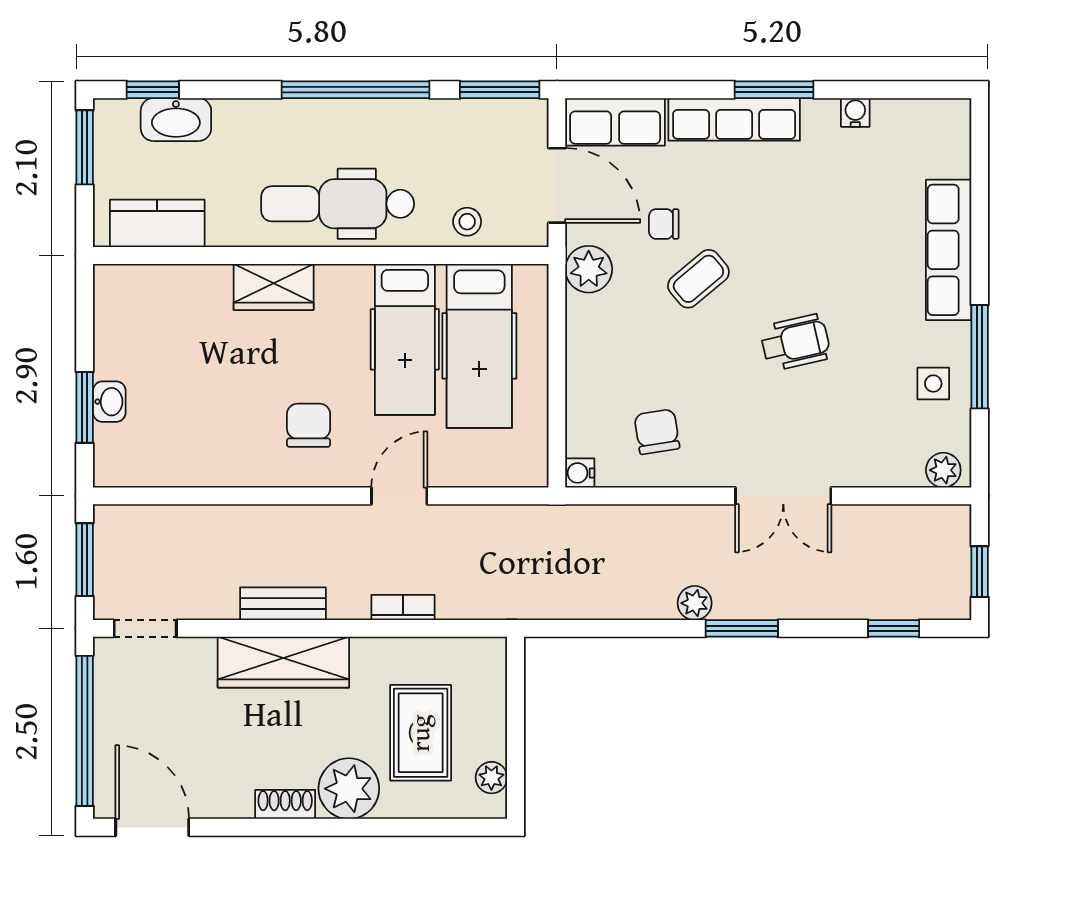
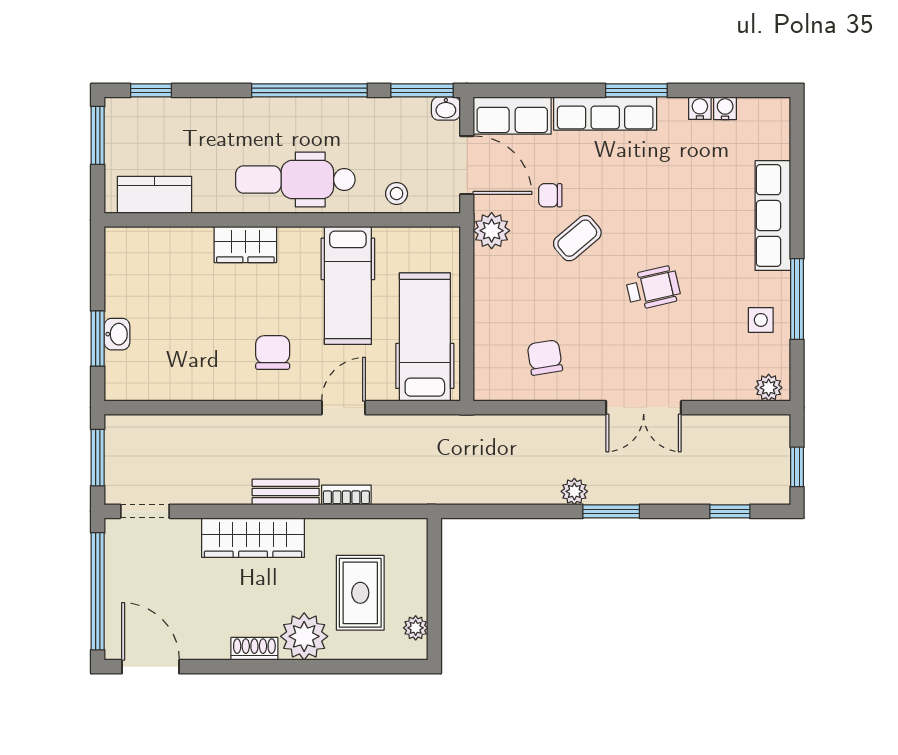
washbasin: (176, 120) -> (446, 109), moved, width x0.52, depth x0.69
hospital bed: (479, 346) -> (425, 337), moved, turned 180
water cooler: (580, 473) -> (725, 108), moved, turned 90
bench: (283, 604) -> (286, 492), moved

